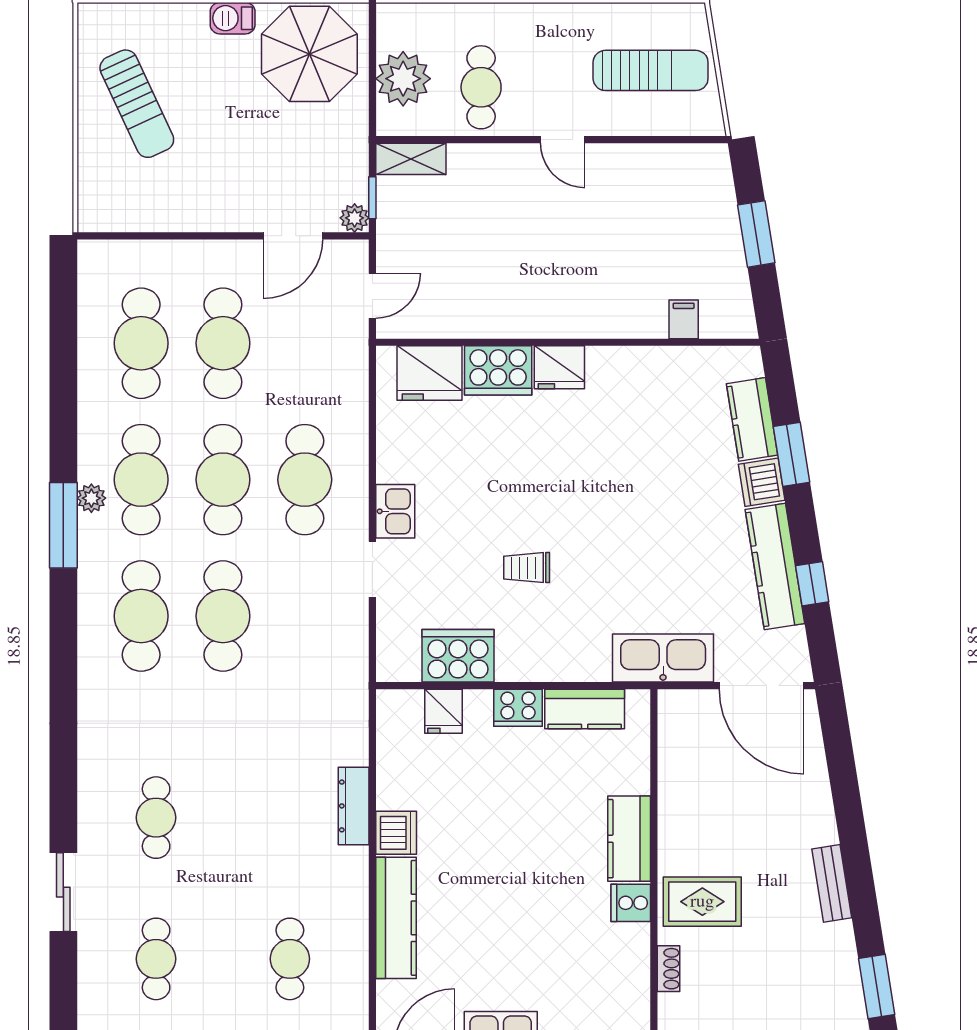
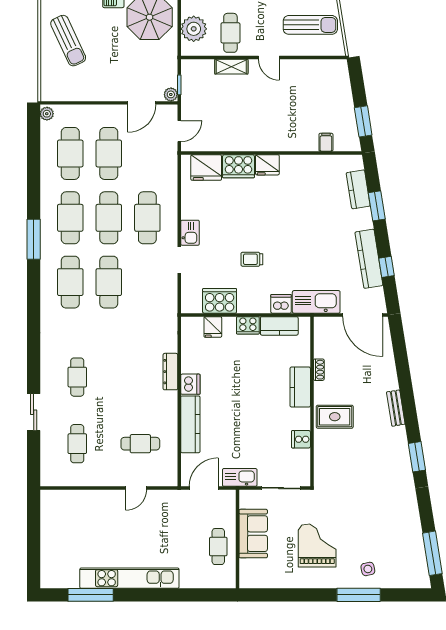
shelving: (411, 159) -> (231, 67), moved
window: (756, 234) -> (363, 121), moved
dishwasher: (762, 482) -> (281, 304), moved, turned 99
plant: (91, 498) -> (47, 114), moved
cooker: (631, 903) -> (301, 439), moved
cafe table: (290, 959) -> (140, 444), turned 90
shoe rack: (669, 969) -> (319, 370), moved

